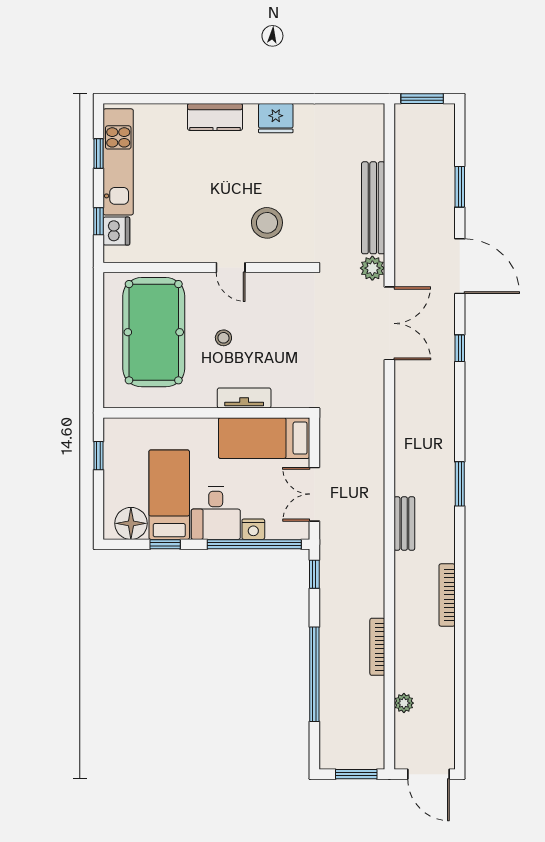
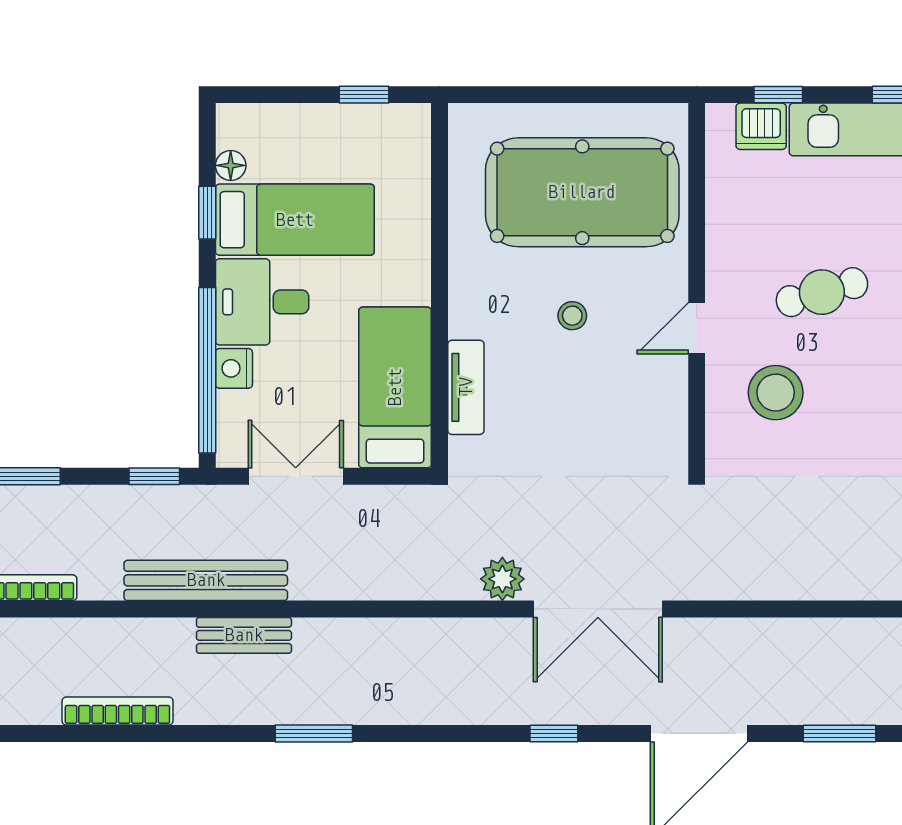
cafe table: (210, 197) -> (822, 292), added
bench: (373, 208) -> (206, 580), moved
plant: (372, 268) -> (502, 579), moved
tv unit: (244, 398) -> (466, 387), moved
floor lamp: (131, 523) -> (231, 165), width x0.53, depth x0.53

